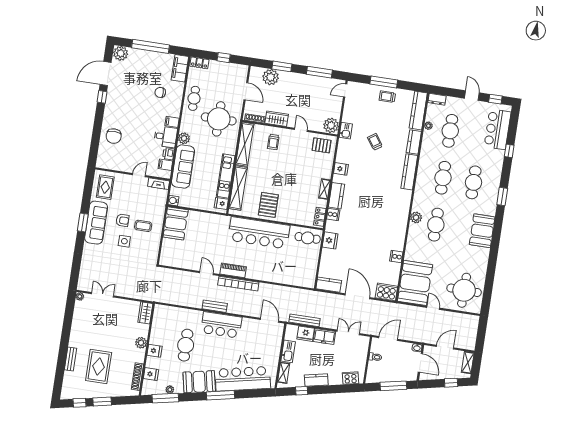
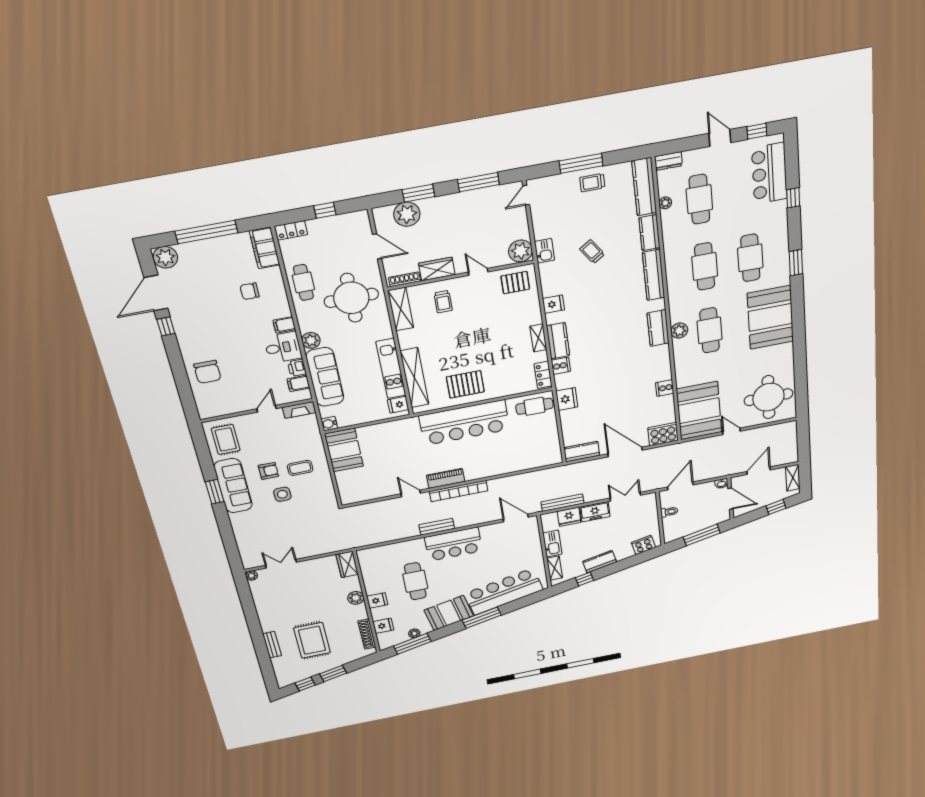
shelving: (245, 144) -> (401, 309), width x0.68
pallet: (268, 205) -> (465, 384), turned 90
kitchen counter: (403, 211) -> (658, 328), added
booth: (482, 231) -> (770, 317), width x1.36, depth x1.42

